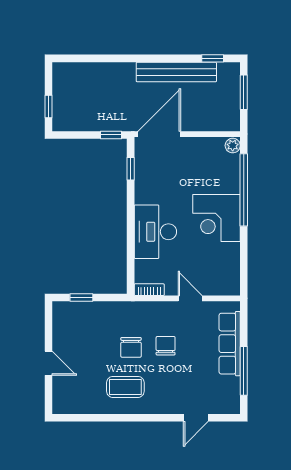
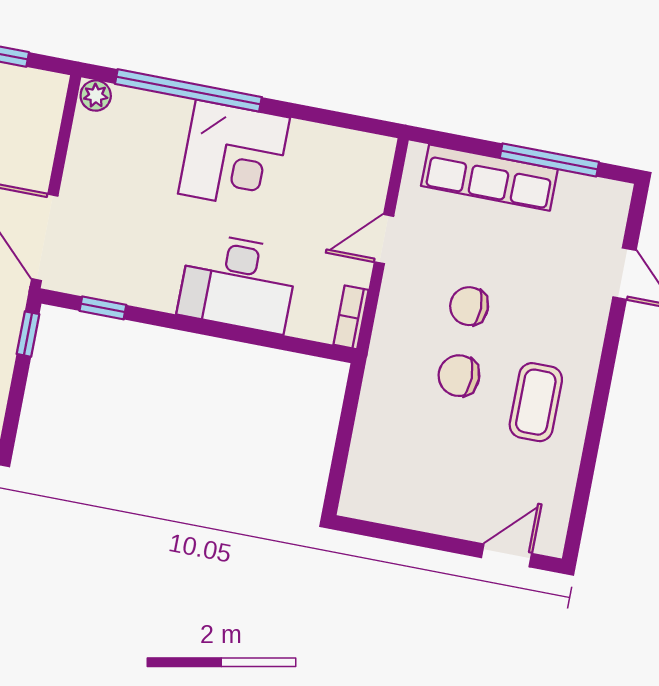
window: (81, 297) -> (340, 456), removed
chair: (131, 347) -> (459, 376), turned 180
door: (48, 363) -> (507, 555), moved

